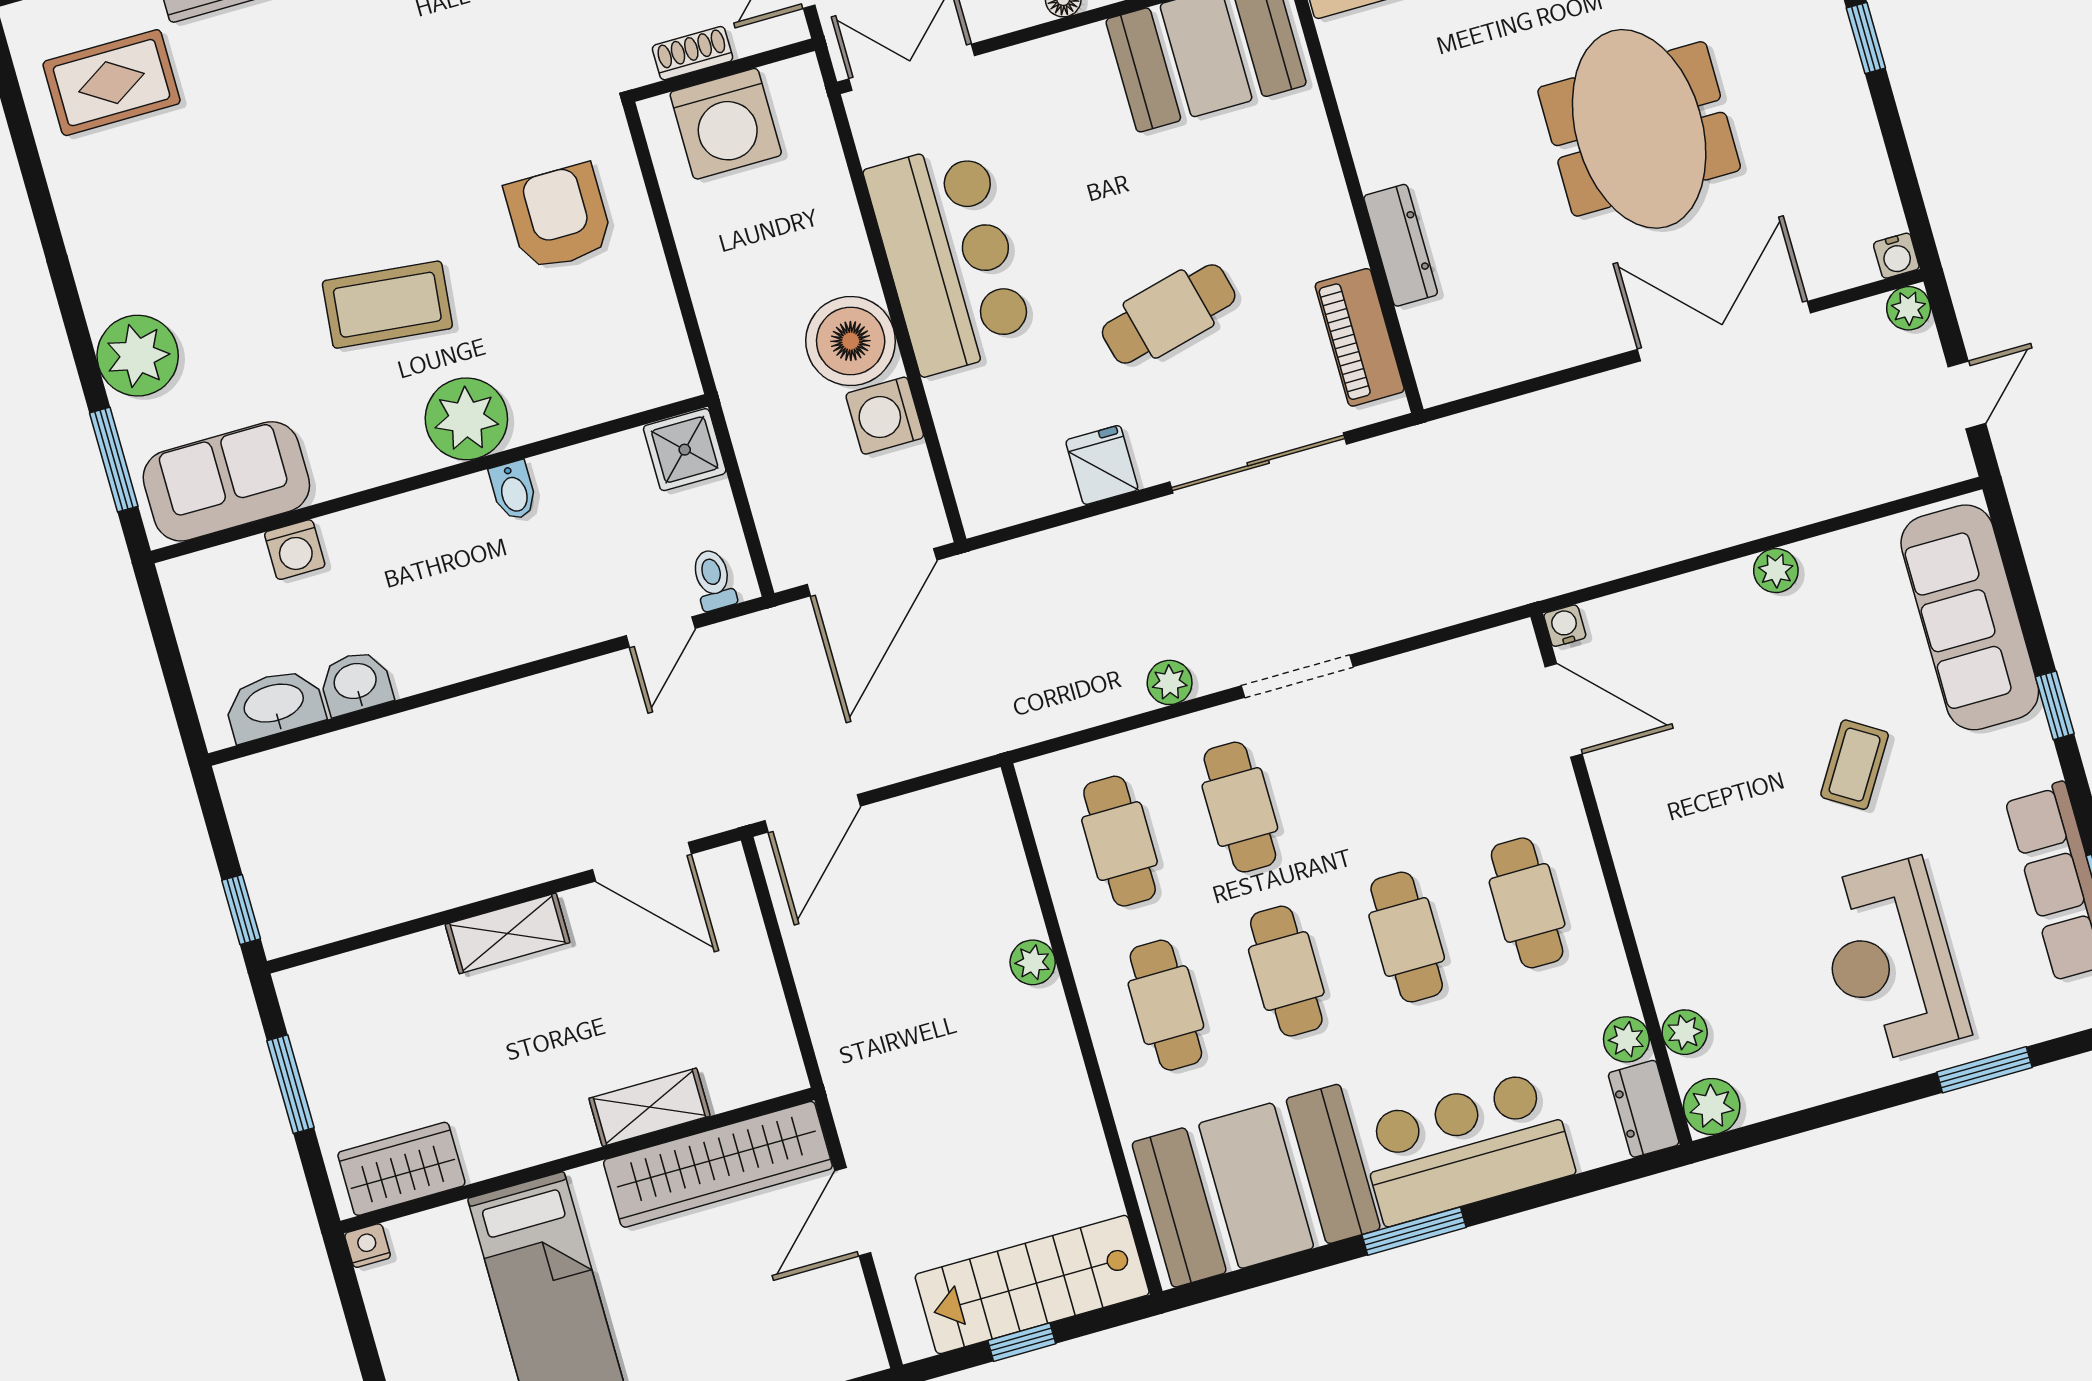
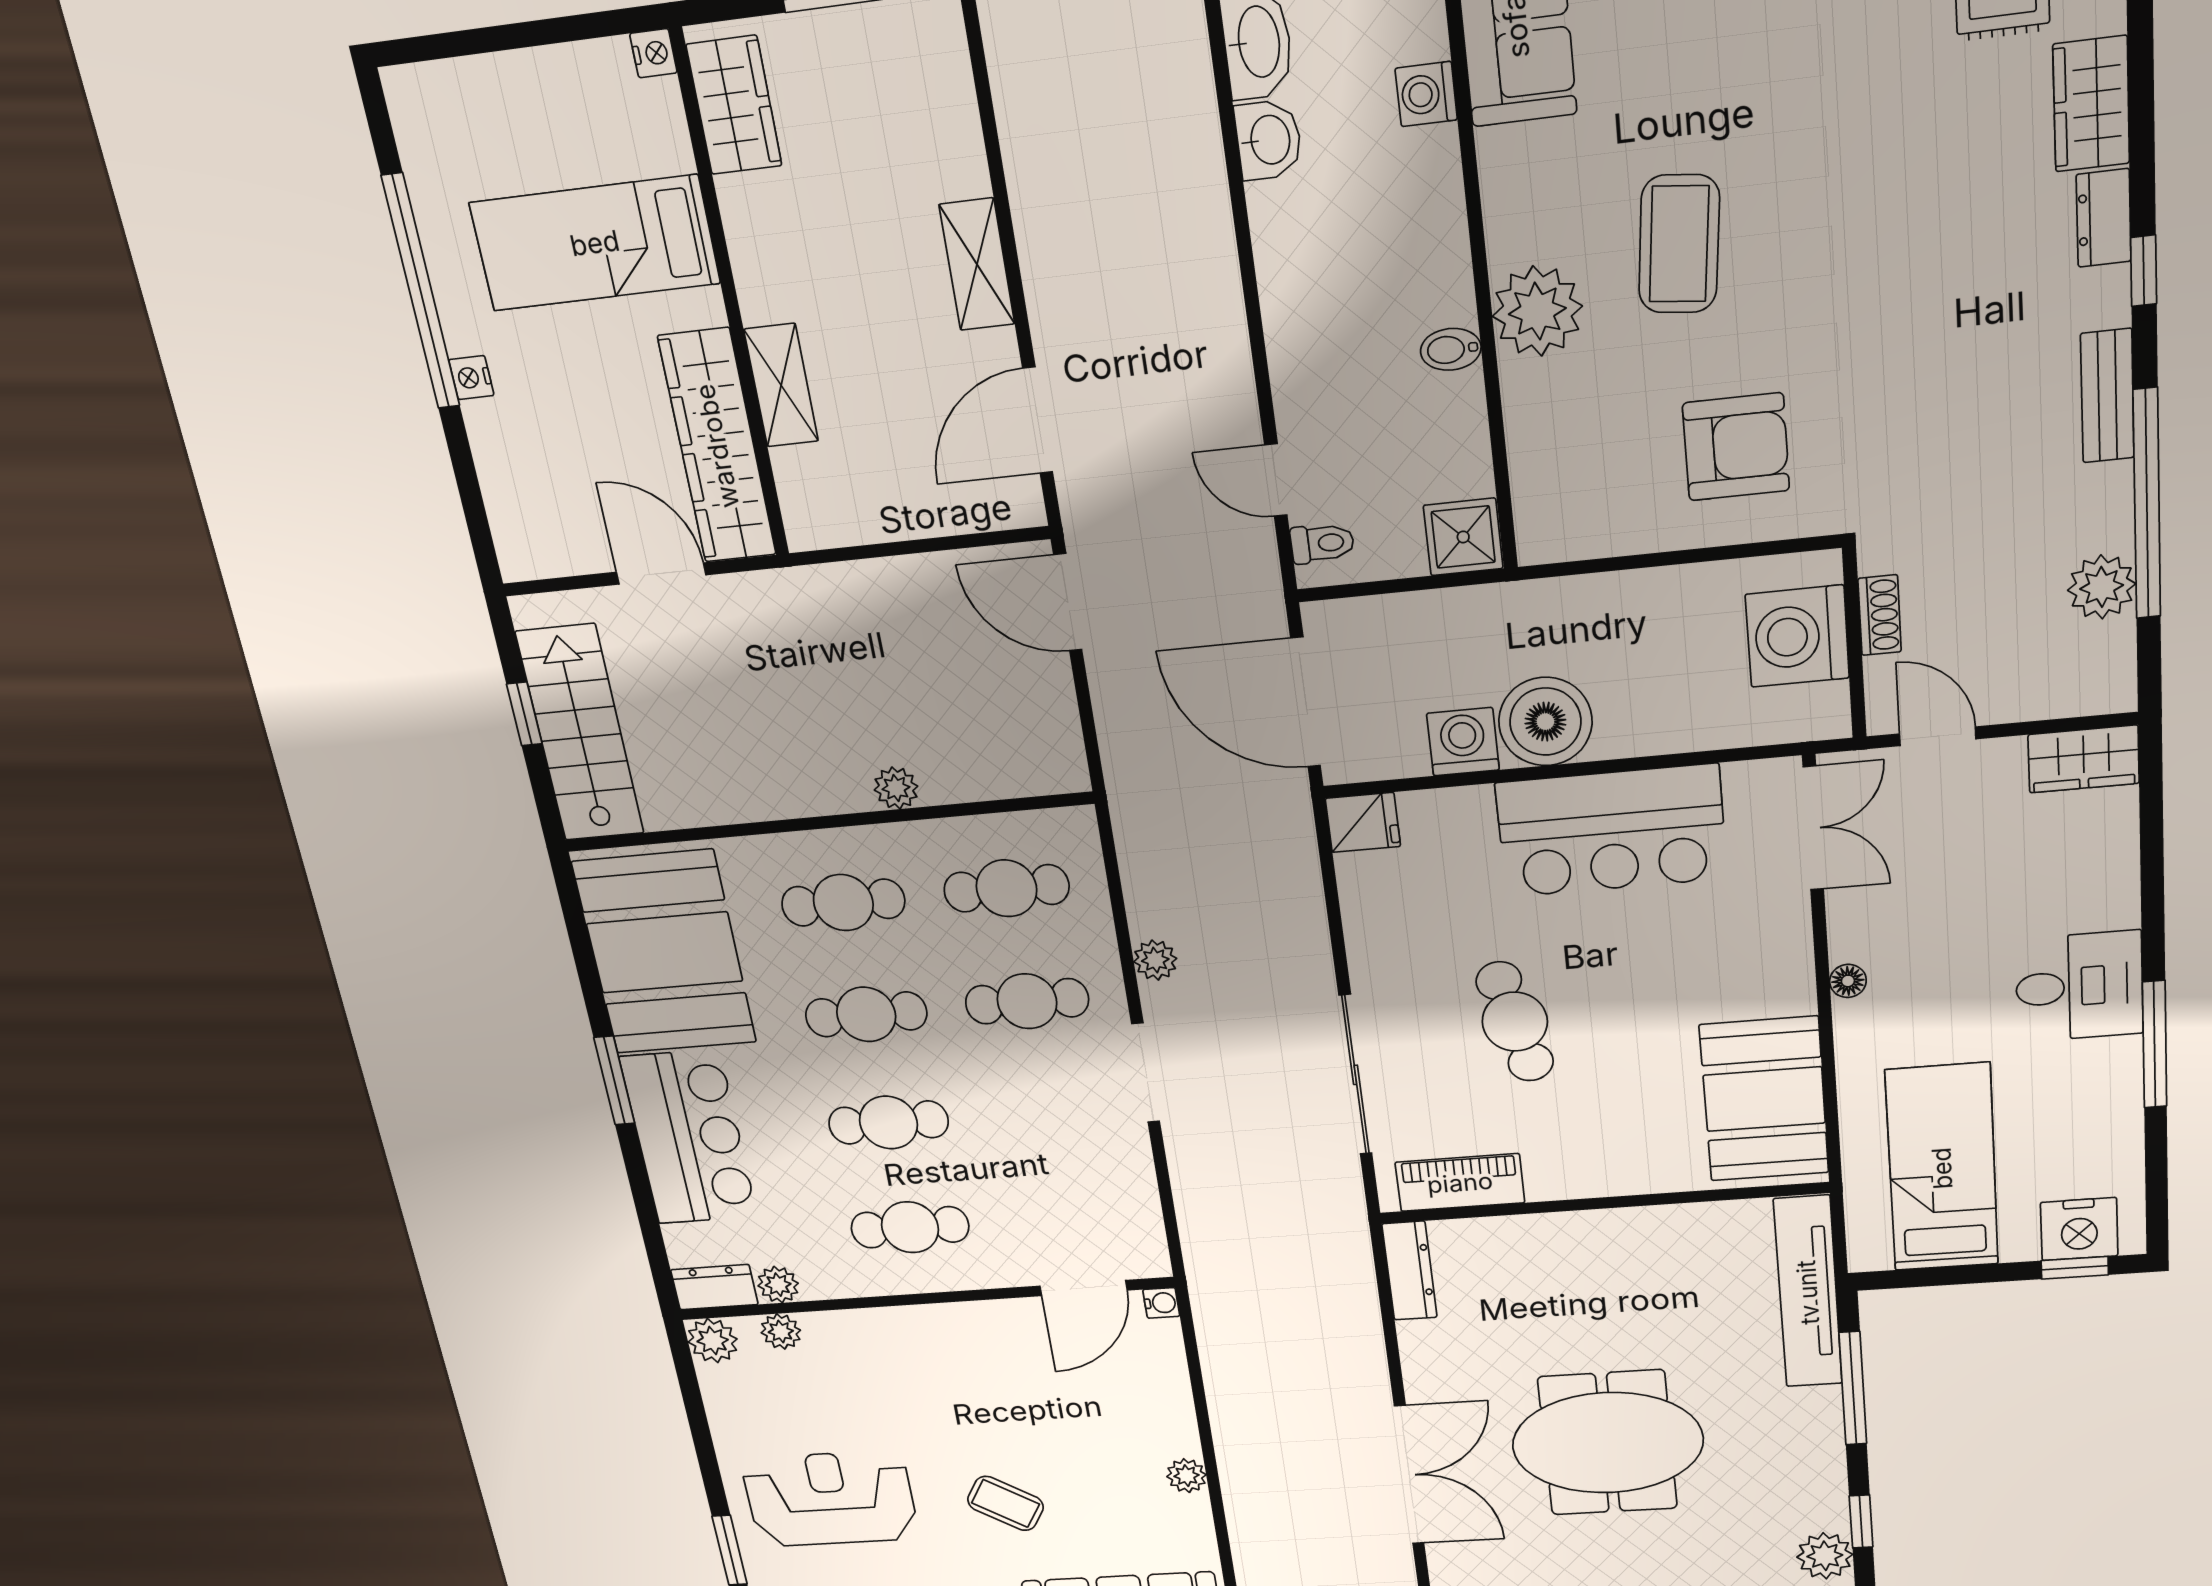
dresser: (1401, 245) -> (1410, 1271), moved, turned -90
fridge: (1102, 465) -> (1363, 822), moved

